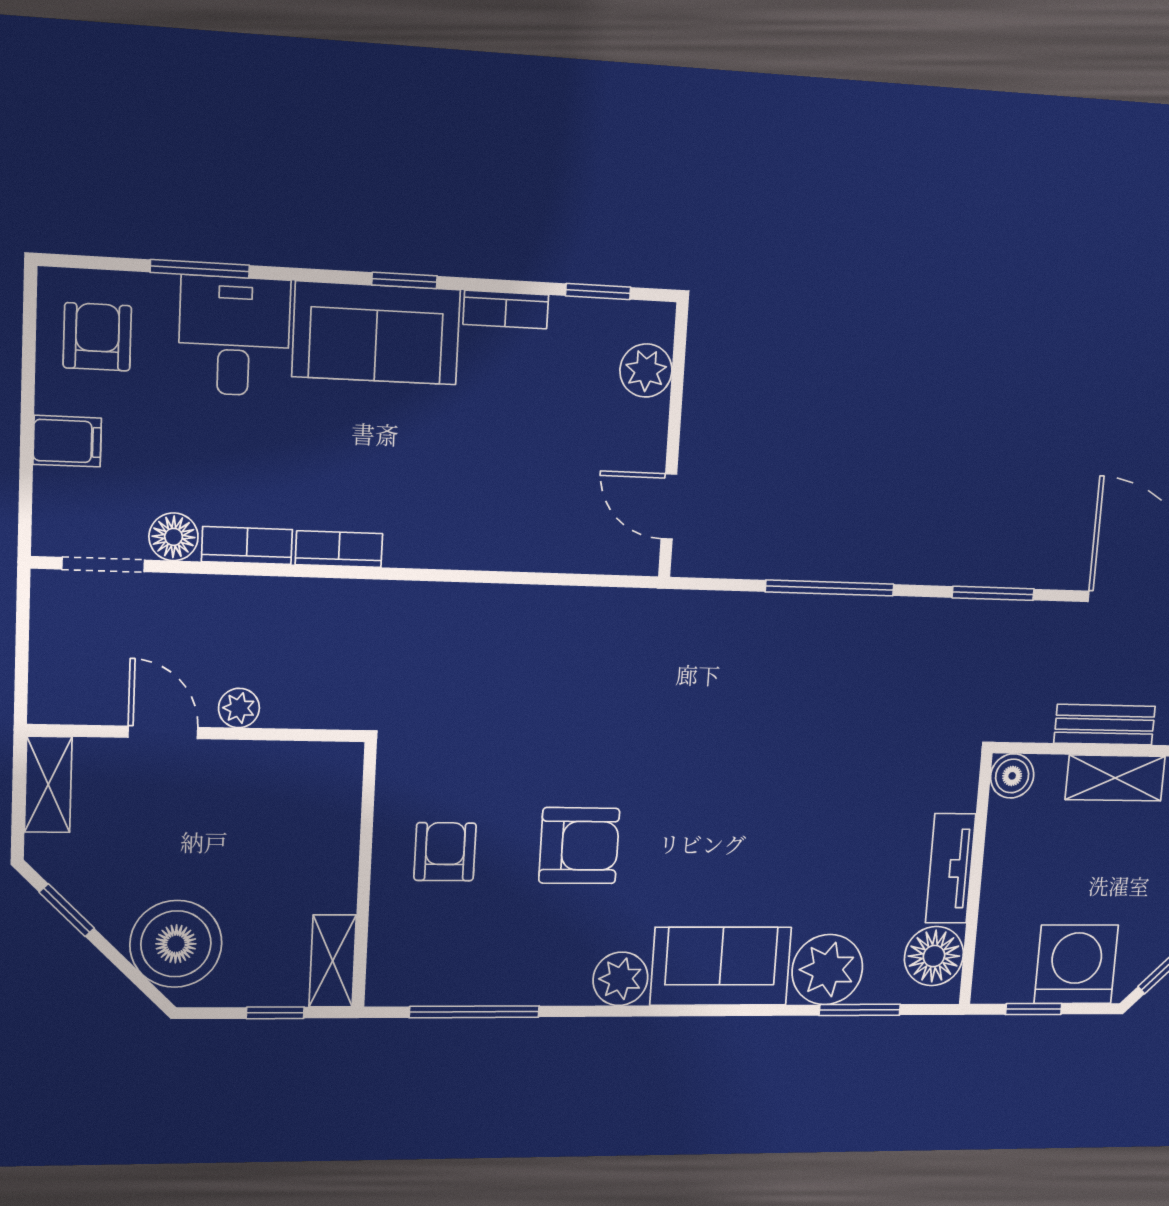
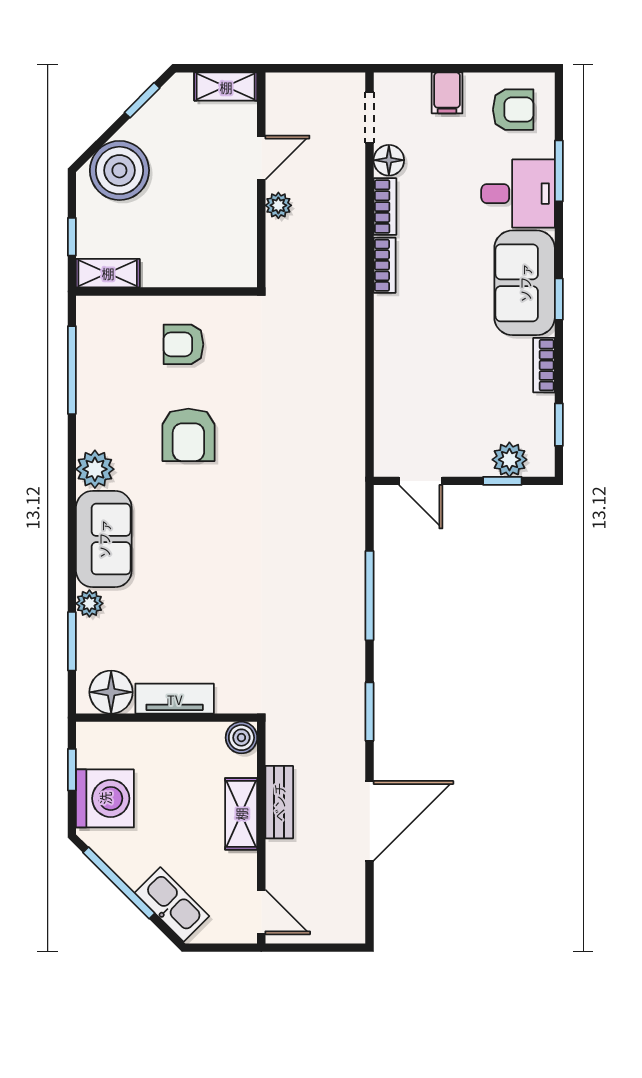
window: (677, 383) -> (502, 481), added
door: (669, 506) -> (421, 481), swing flipped
armchair: (445, 852) -> (183, 344), turned 180
plant: (827, 970) -> (89, 603), width x0.53, depth x0.53

